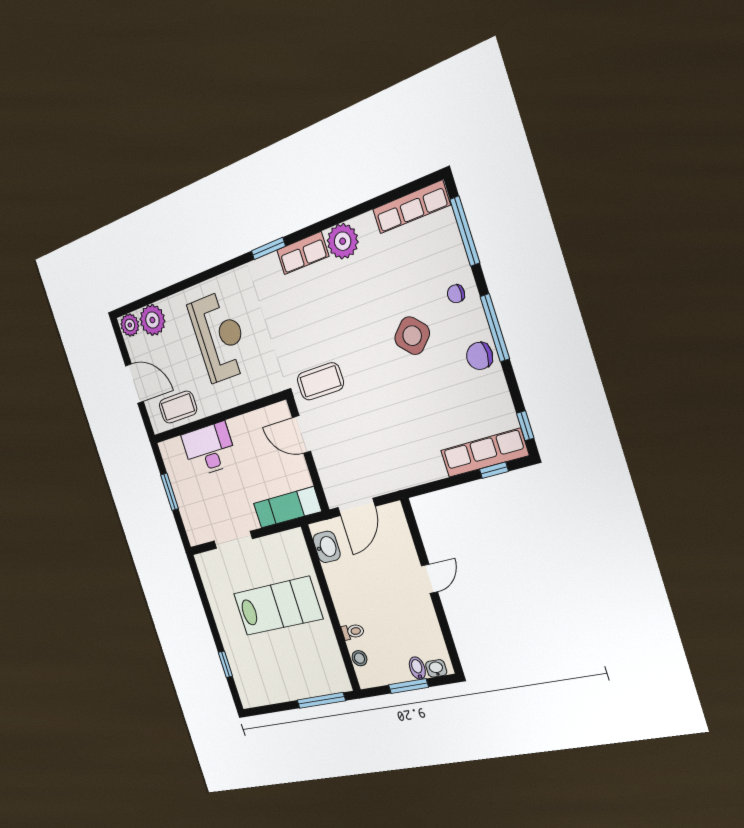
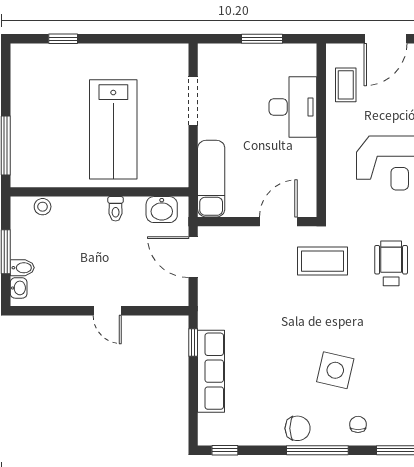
wheelchair: (301, 314) -> (391, 263), added
side table: (412, 336) -> (335, 370), turned -32
chair: (480, 356) -> (298, 428), turned 90
coffee table: (320, 381) -> (323, 261), turned 90
coffee table: (178, 407) -> (346, 85), width x0.73, depth x0.77
row of seats: (484, 453) -> (211, 371), moved
window: (494, 470) -> (193, 342), moved
toilet: (353, 632) -> (116, 209), moved

